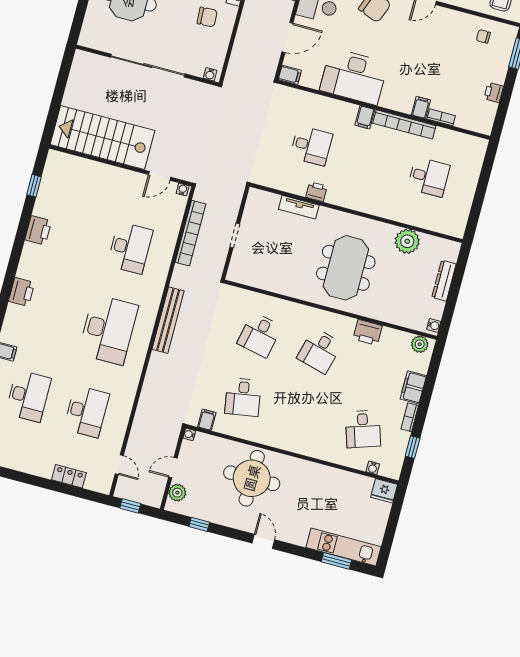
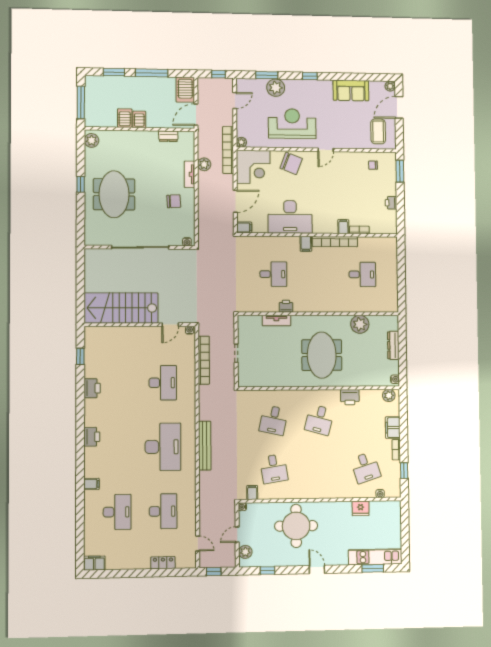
bench: (168, 320) -> (205, 446), moved
fridge: (384, 491) -> (361, 508), moved

